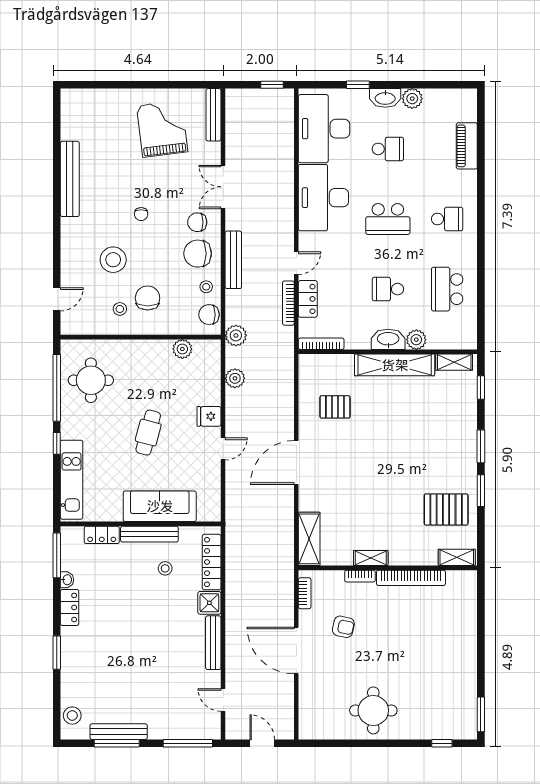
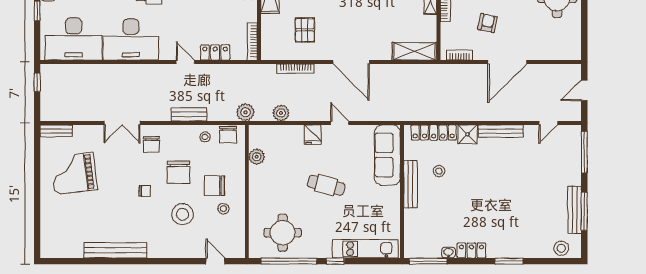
bench: (213, 115) -> (56, 131), width x0.73
chair: (198, 254) -> (178, 172), moved
bench: (233, 260) -> (189, 114), width x0.73
bookcase: (288, 303) -> (296, 69), moved
sofa: (160, 506) -> (387, 155), moved
locker: (102, 535) -> (411, 224), removed

